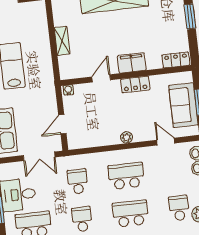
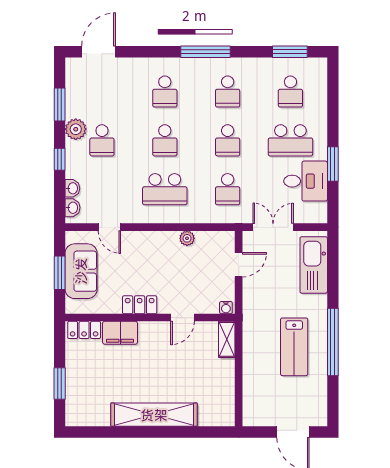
shelving: (62, 41) -> (227, 339), moved
filing cabinet: (132, 63) -> (120, 333), moved
plant: (127, 137) -> (187, 238), moved
school desk: (130, 214) -> (165, 140), width x0.54

